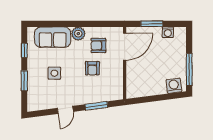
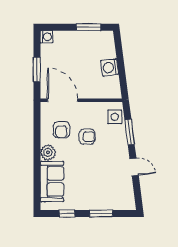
washing machine: (168, 32) -> (46, 37), moved
window: (189, 70) -> (89, 27), width x0.69
side table: (54, 73) -> (115, 117), moved
washing machine: (174, 86) -> (110, 67), moved

